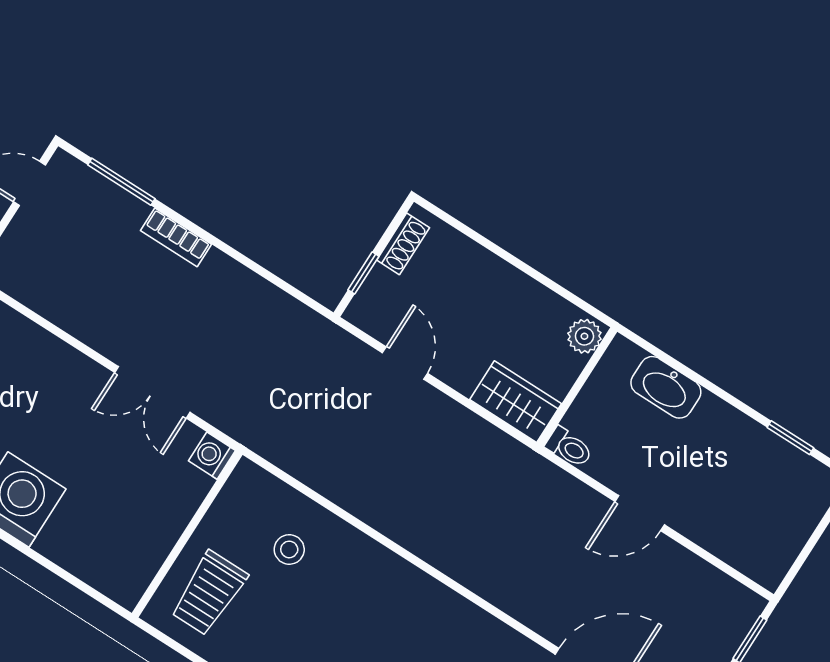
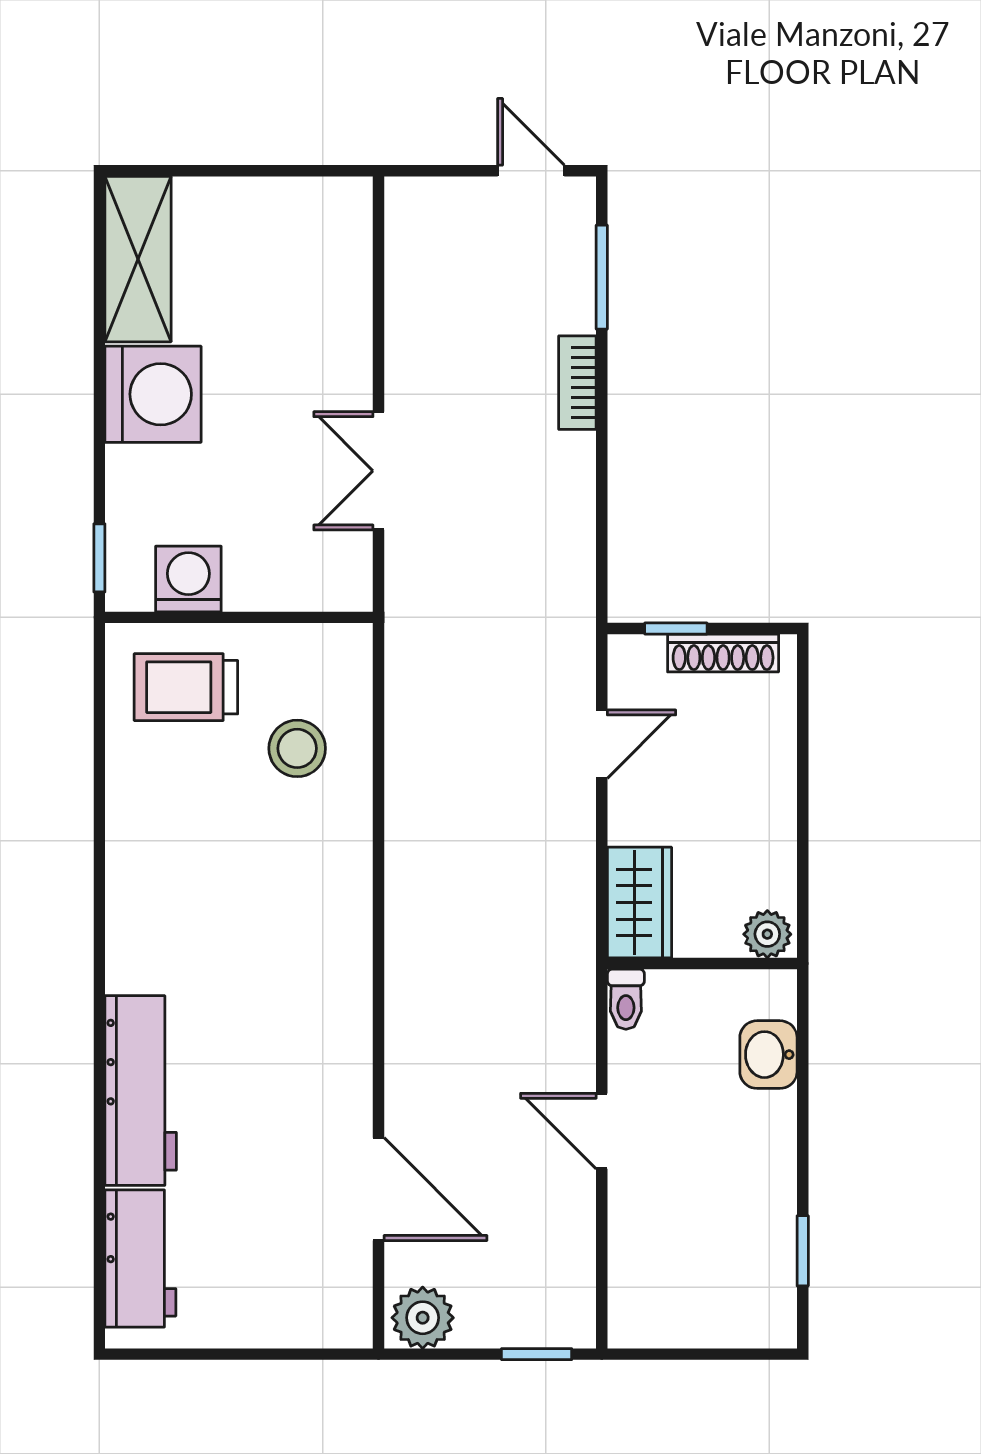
shoe rack: (403, 244) -> (723, 653), width x1.43
washbasin: (666, 387) -> (768, 1055), width x0.72
washing machine: (212, 456) -> (188, 579), moved, width x1.38, depth x1.38
stool: (289, 549) -> (297, 748), width x1.37, depth x1.37
window: (97, 596) -> (99, 558), added

